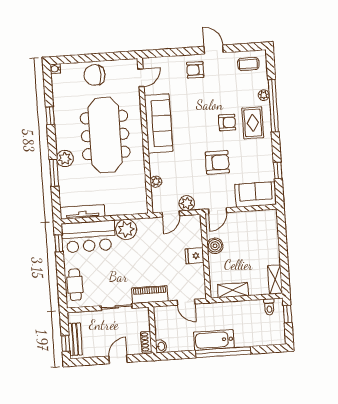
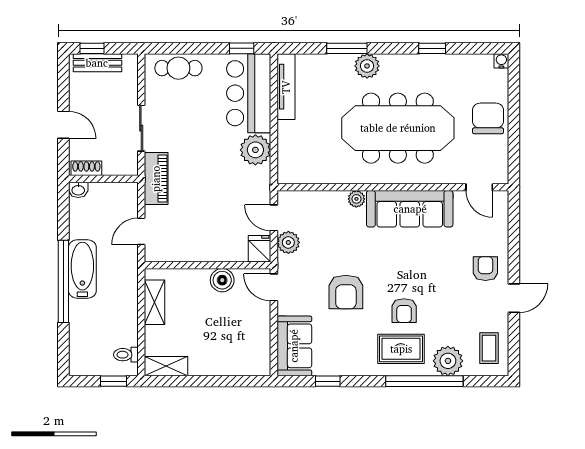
plant: (264, 95) -> (448, 361), width x1.88, depth x1.88
plant: (156, 182) -> (356, 199), moved
fridge: (194, 256) -> (260, 249), moved

